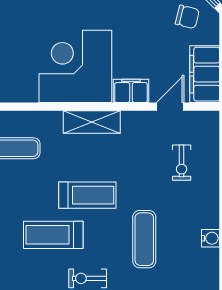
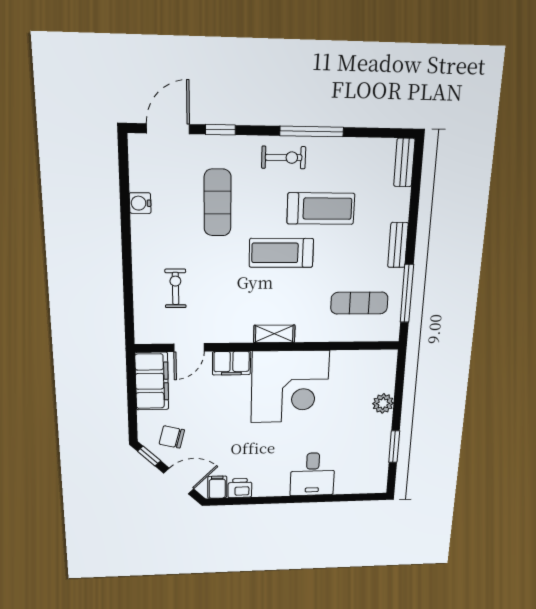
shelving: (92, 122) -> (274, 334), width x0.67, depth x0.75

